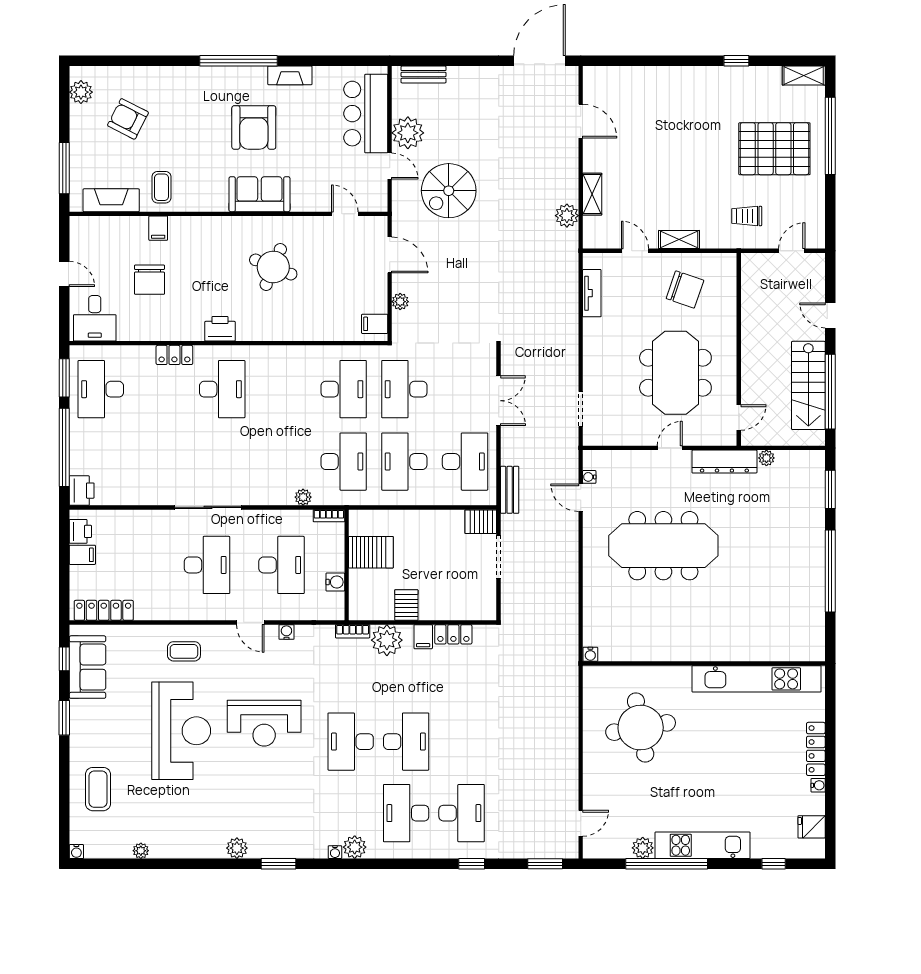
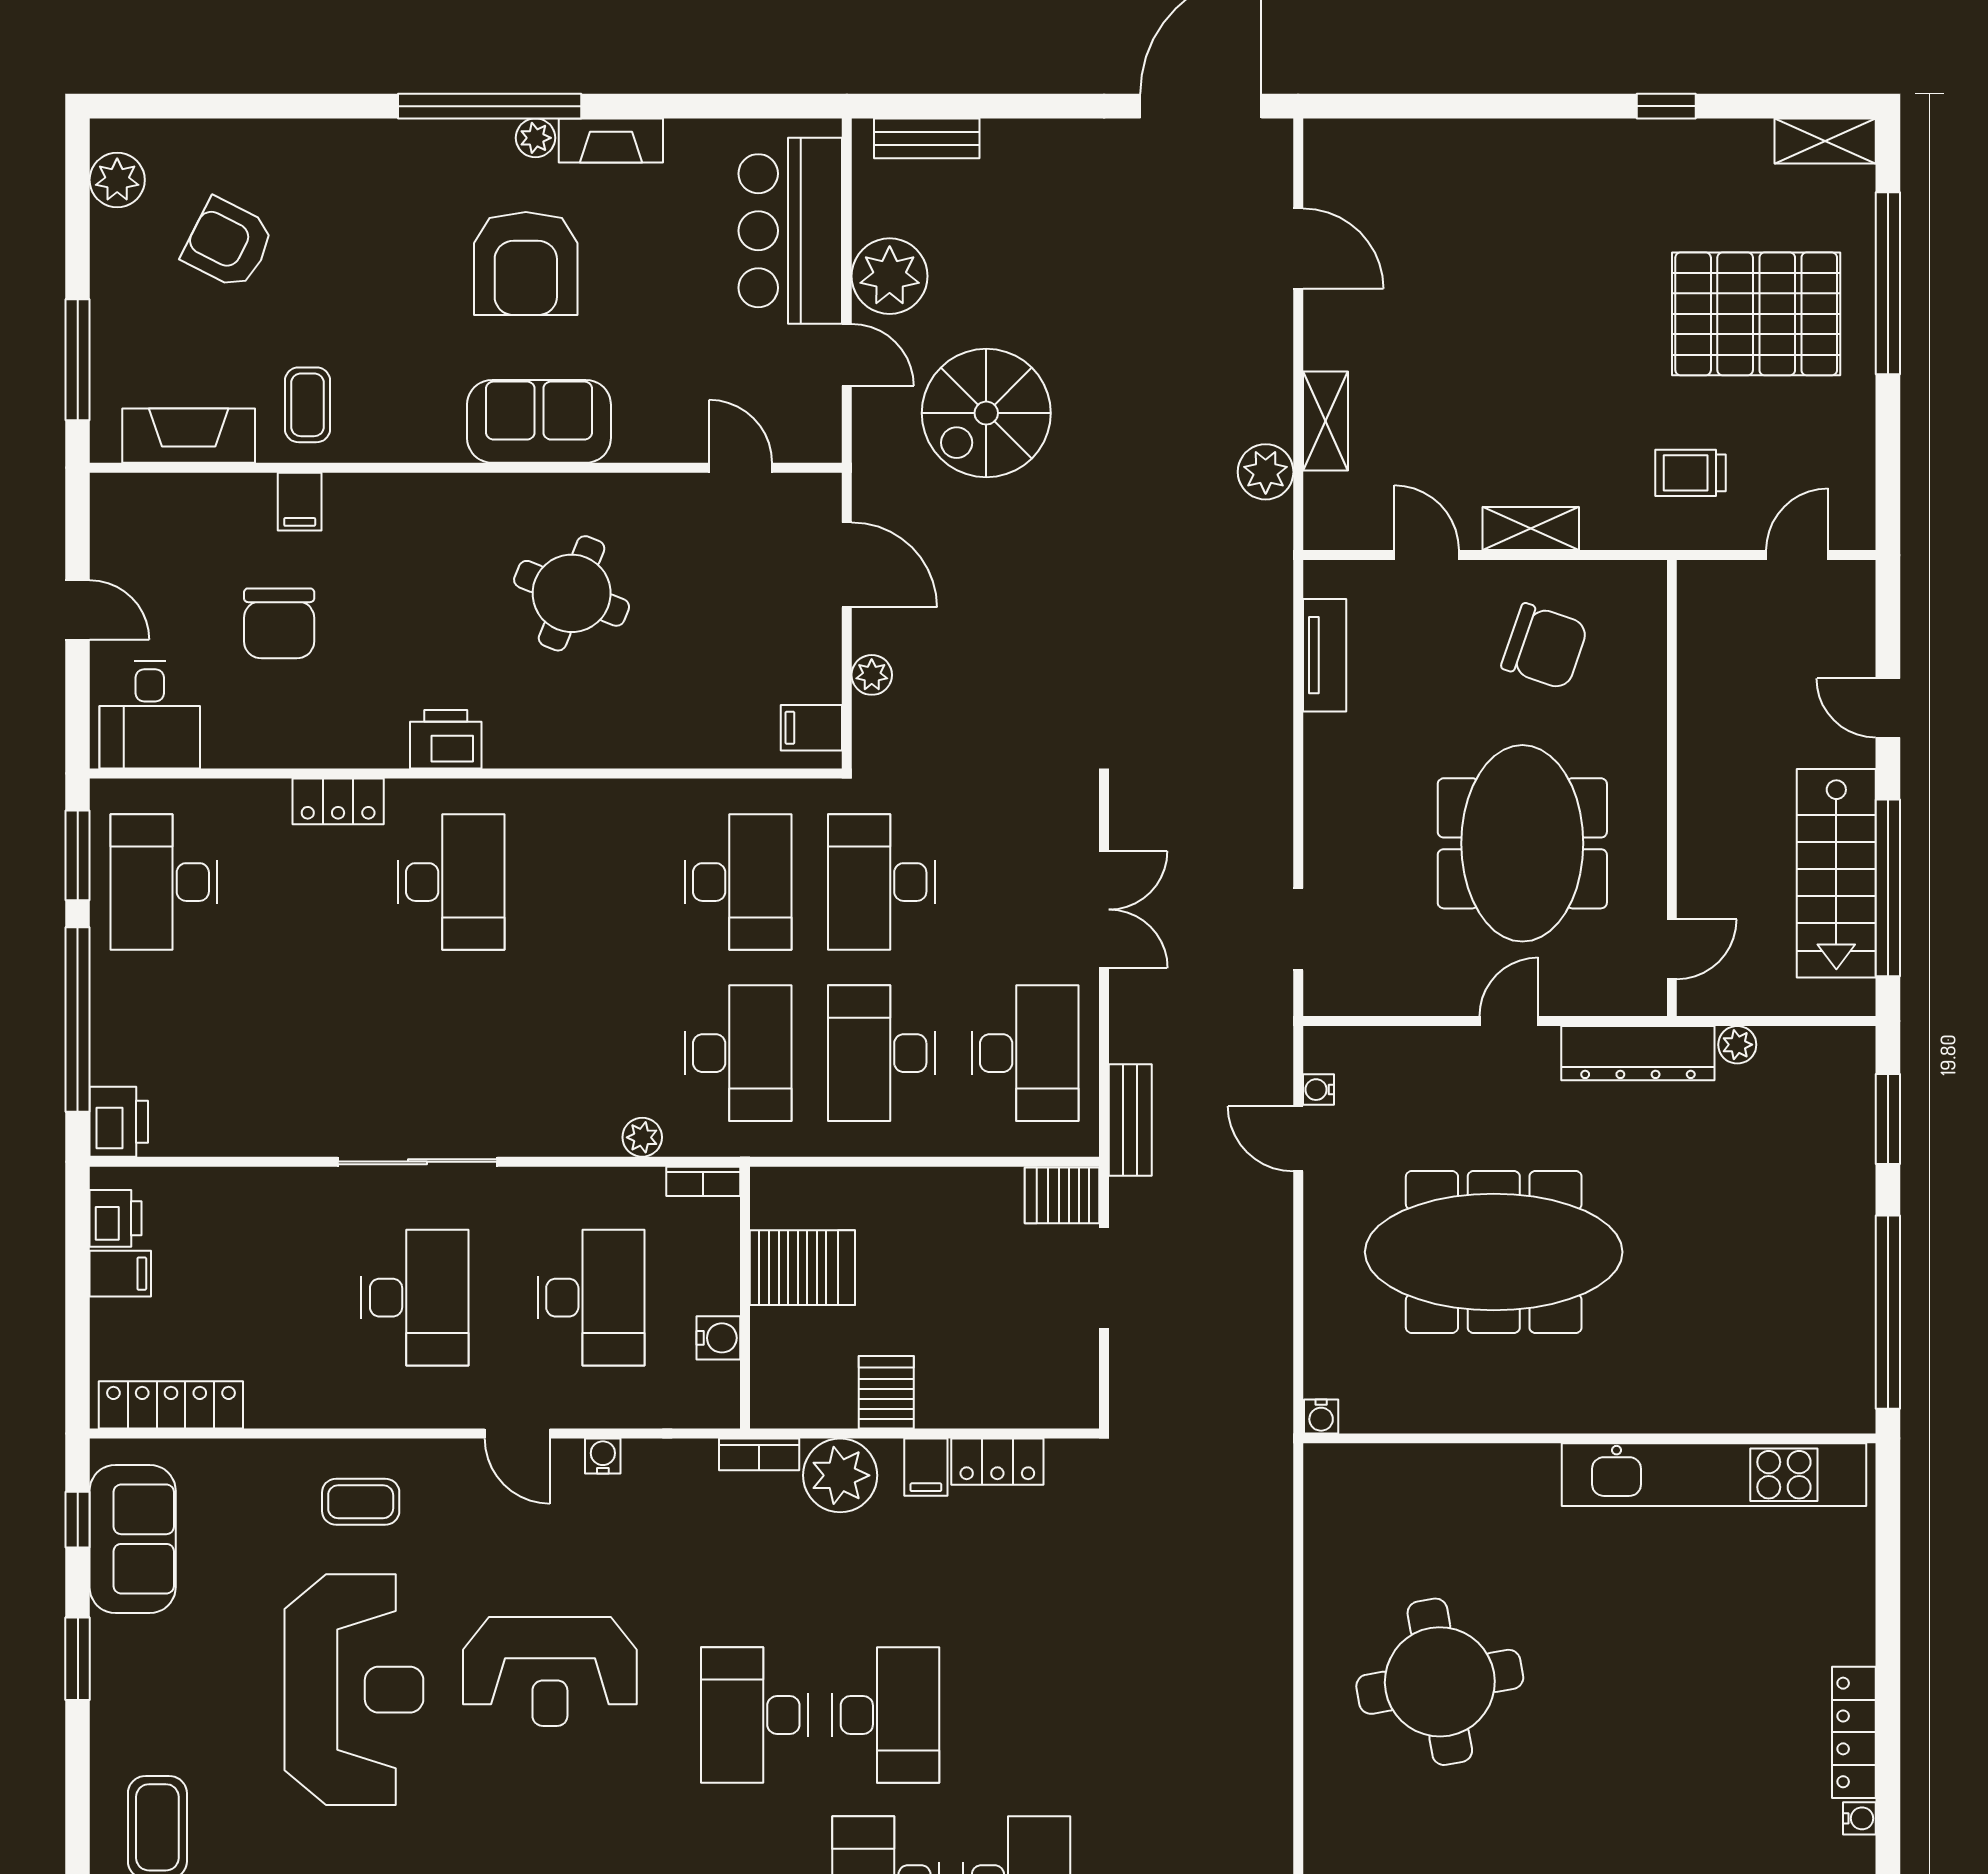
plant: (258, 74) -> (535, 138), added
water cooler: (590, 654) -> (1321, 1416), moved
wall: (704, 664) -> (1589, 1438), moved
kitchen unit: (757, 679) -> (1714, 1475), moved

